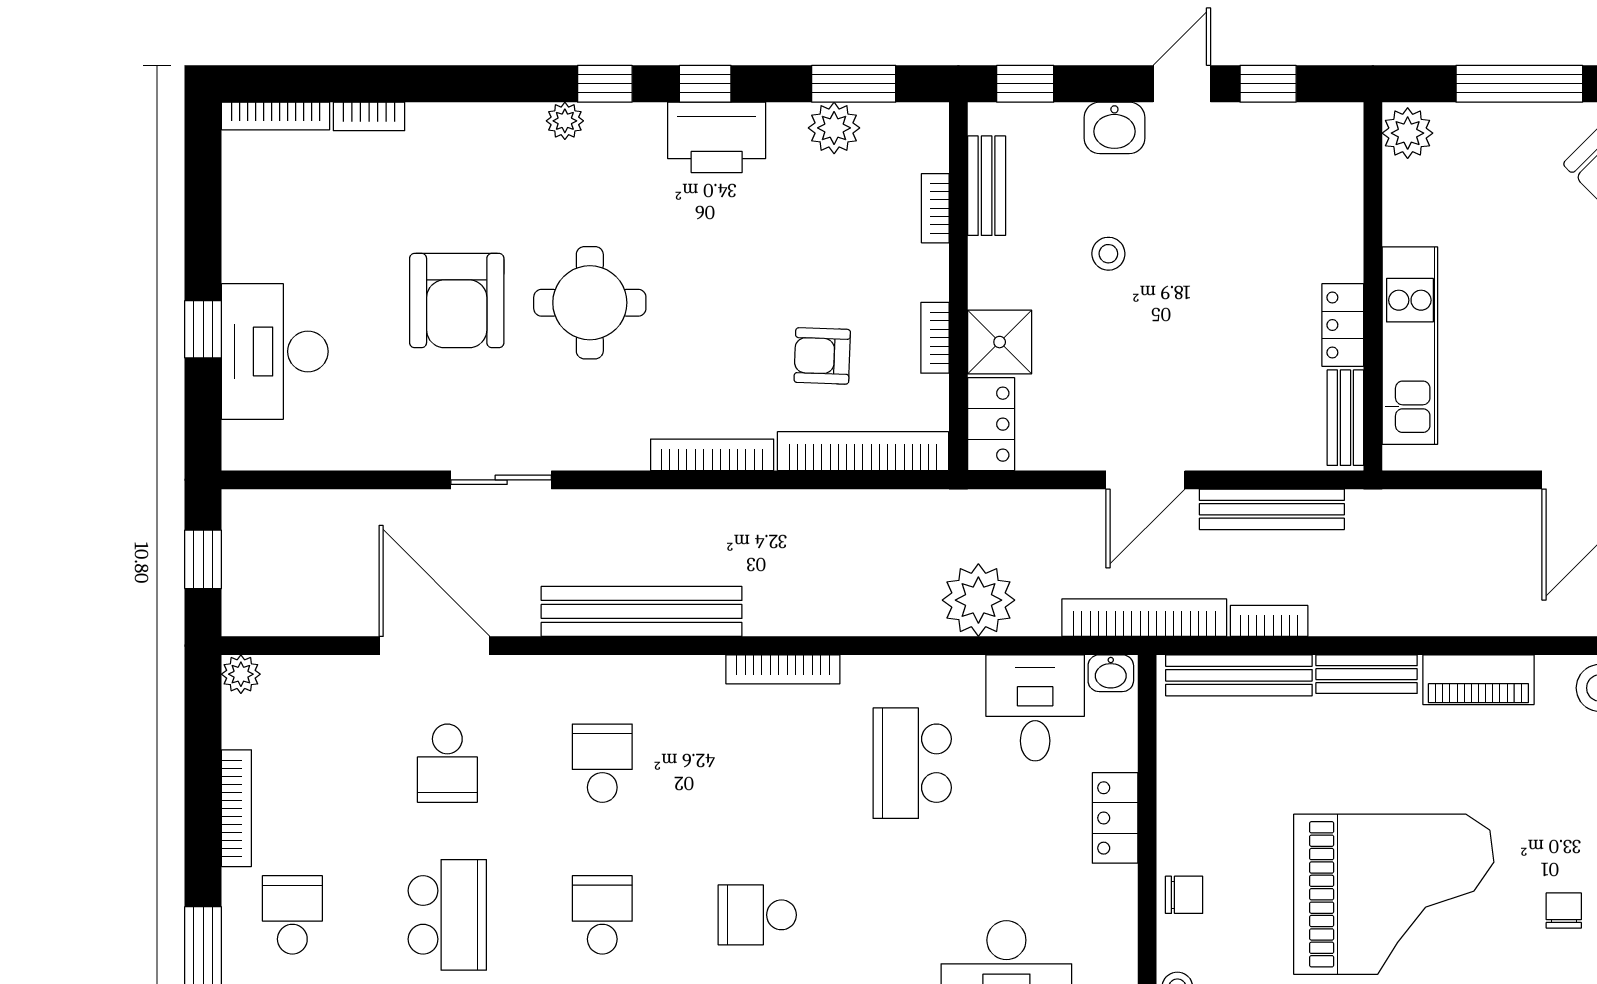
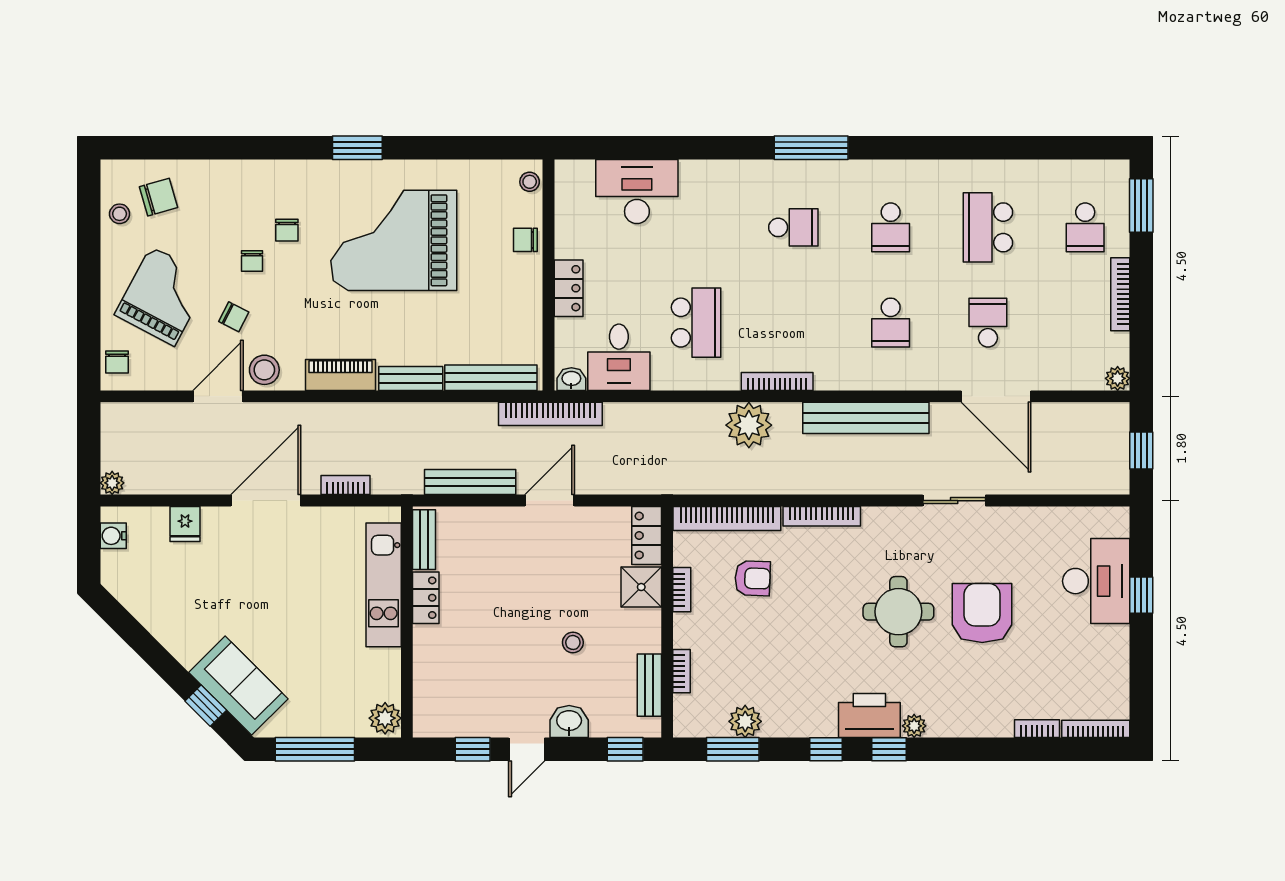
printer: (717, 137) -> (869, 716), moved
plant: (978, 600) -> (749, 425), moved
bookcase: (1269, 621) -> (345, 485), moved, turned 180

